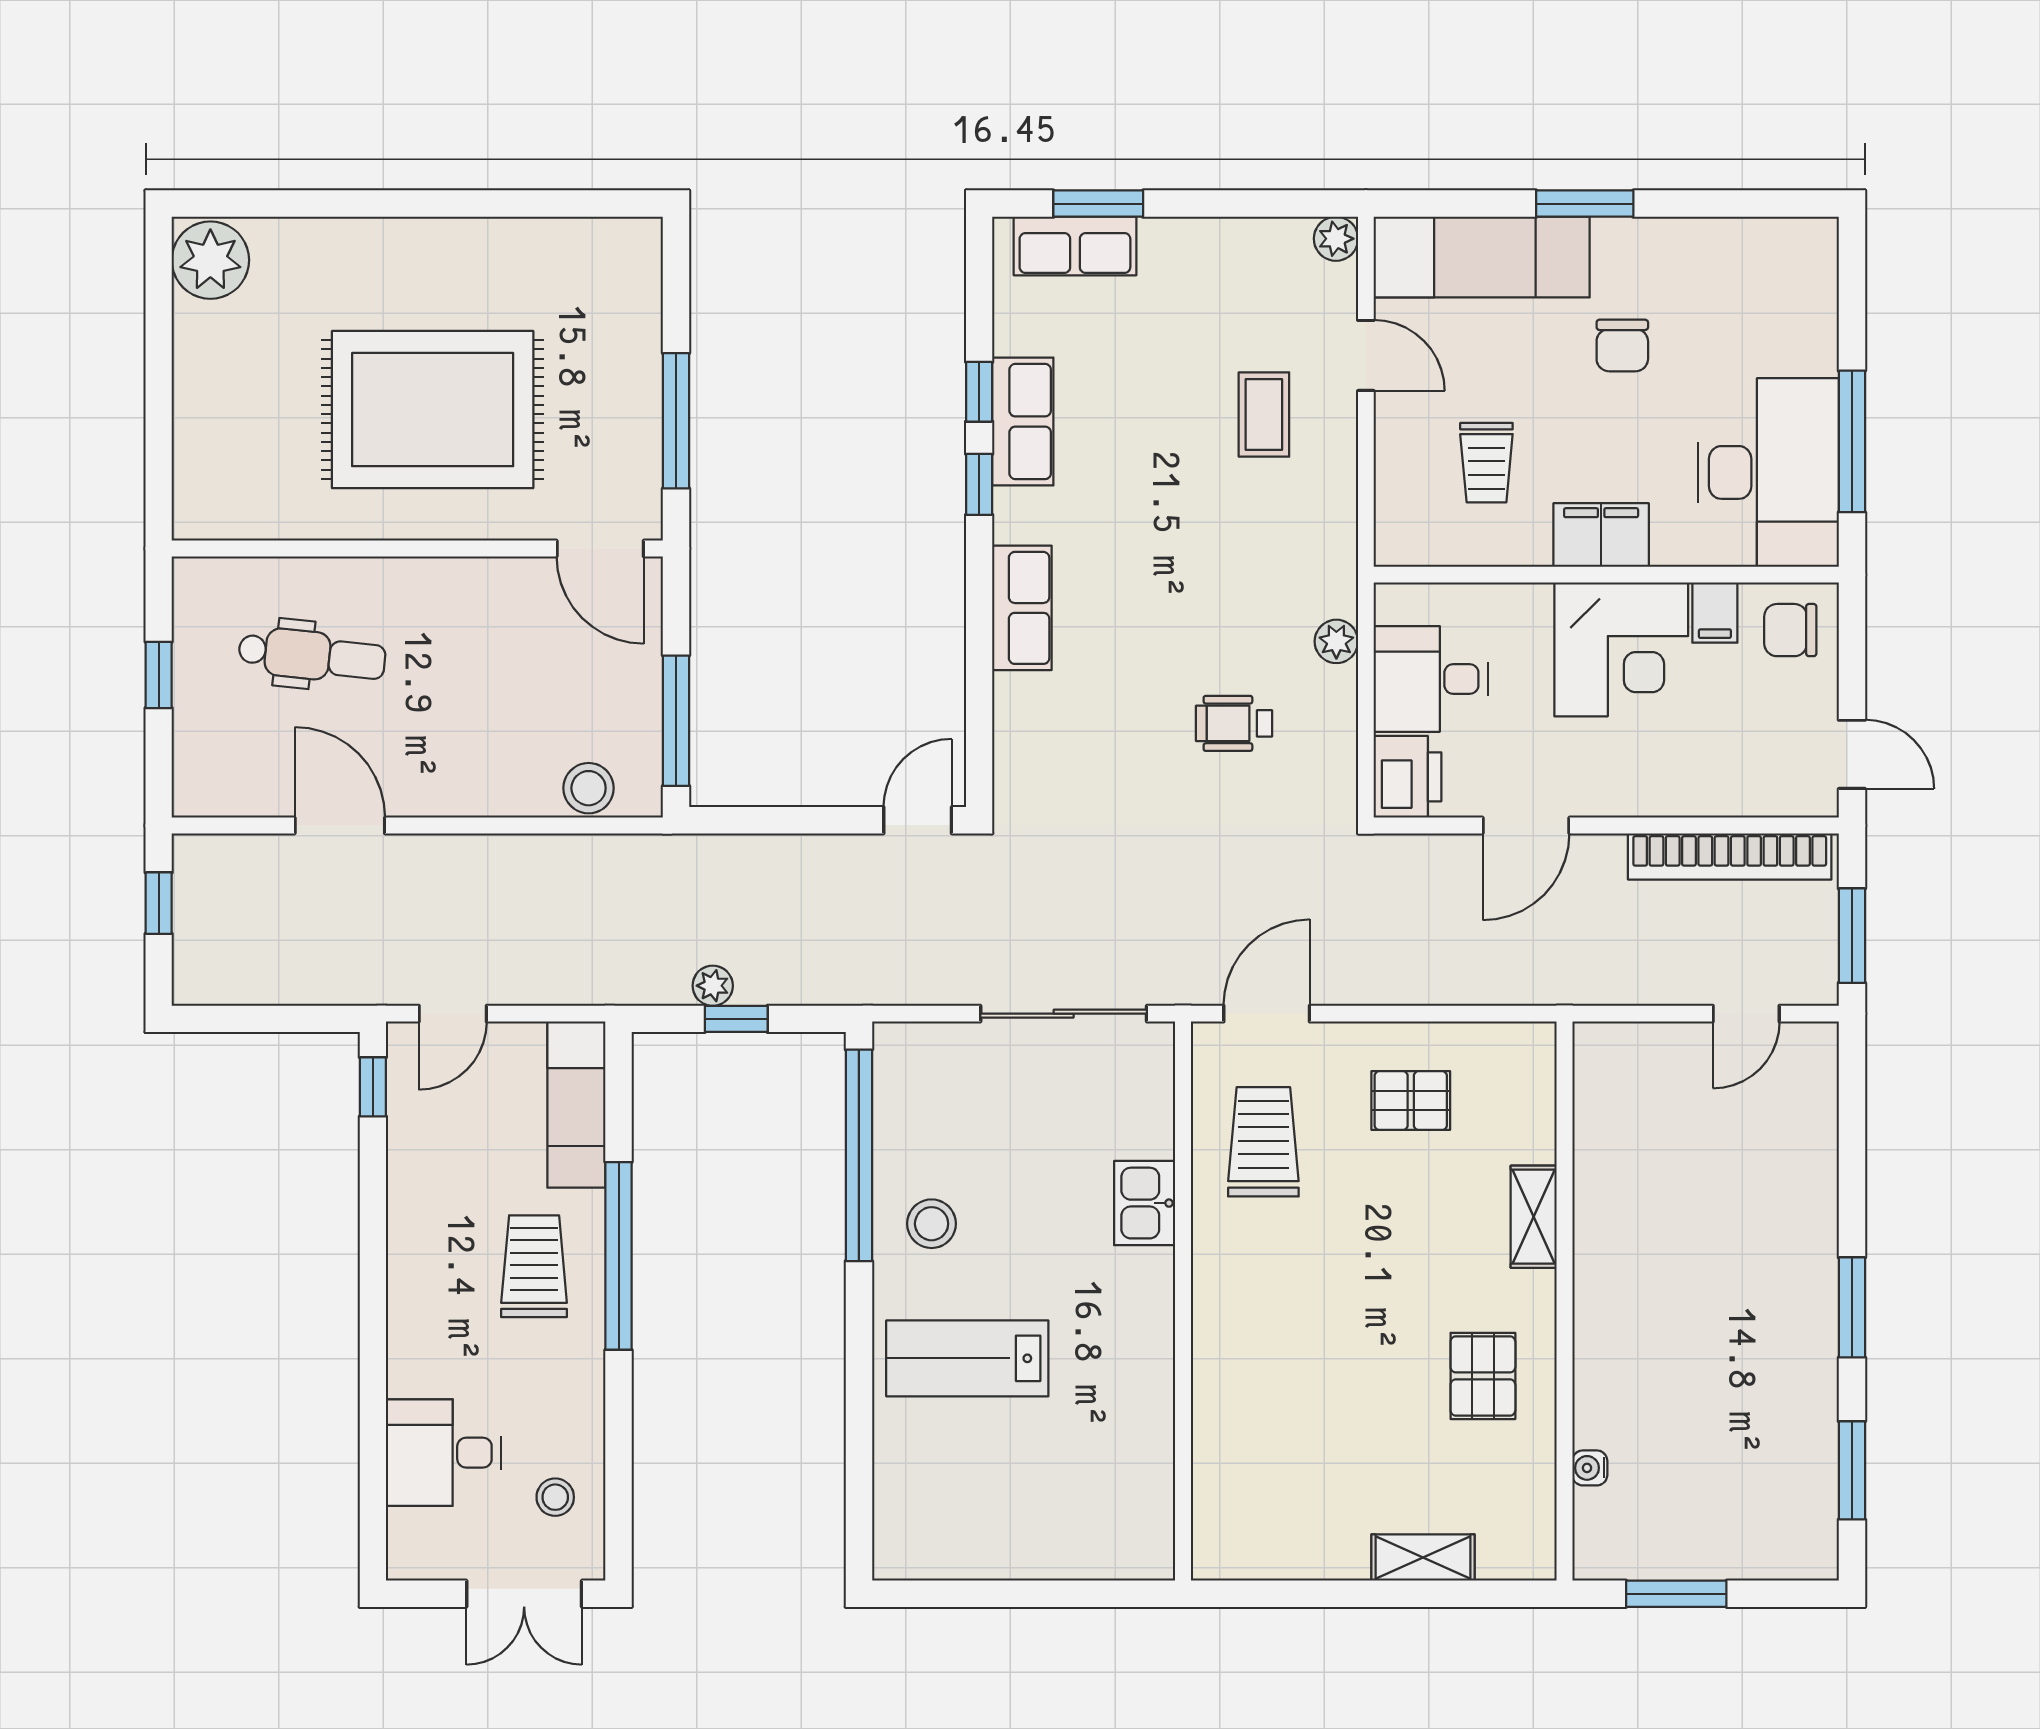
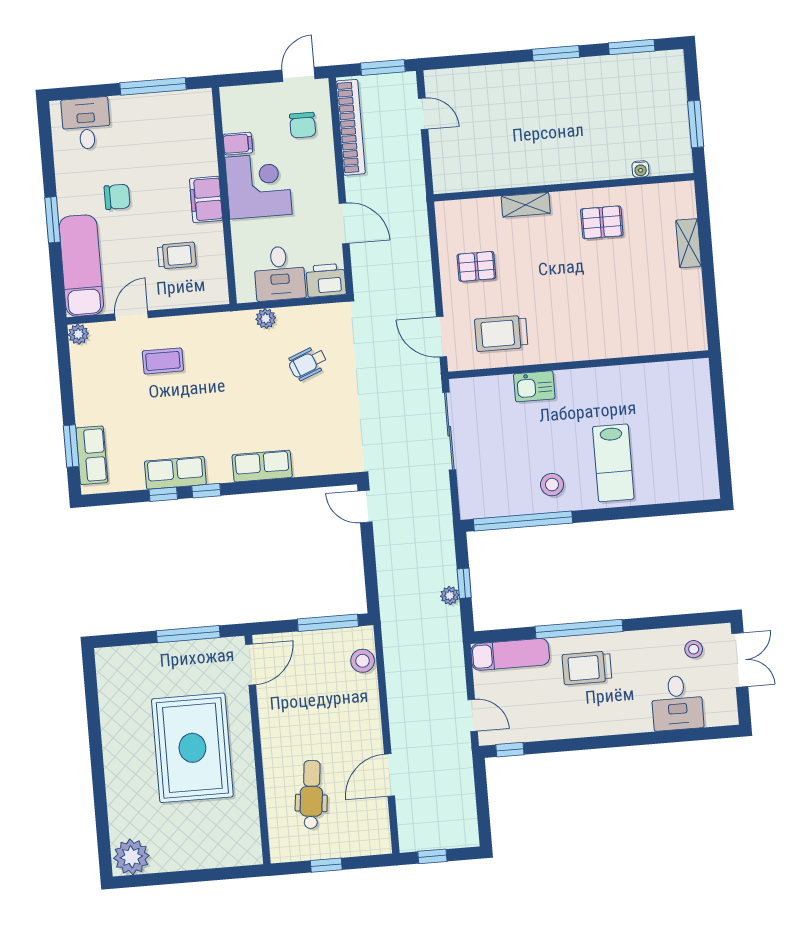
desk: (1768, 472) -> (86, 123), moved, width x0.53, depth x0.77
chair: (1790, 630) -> (303, 125), moved
wheelchair: (1234, 723) -> (308, 363), turned 68
pallet: (1411, 1101) -> (476, 266), turned 90

